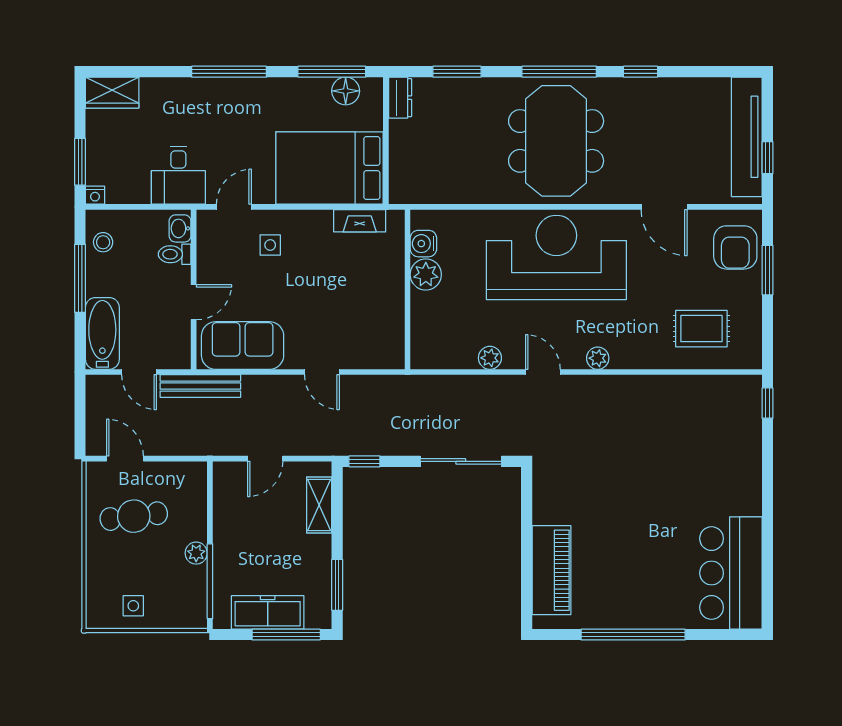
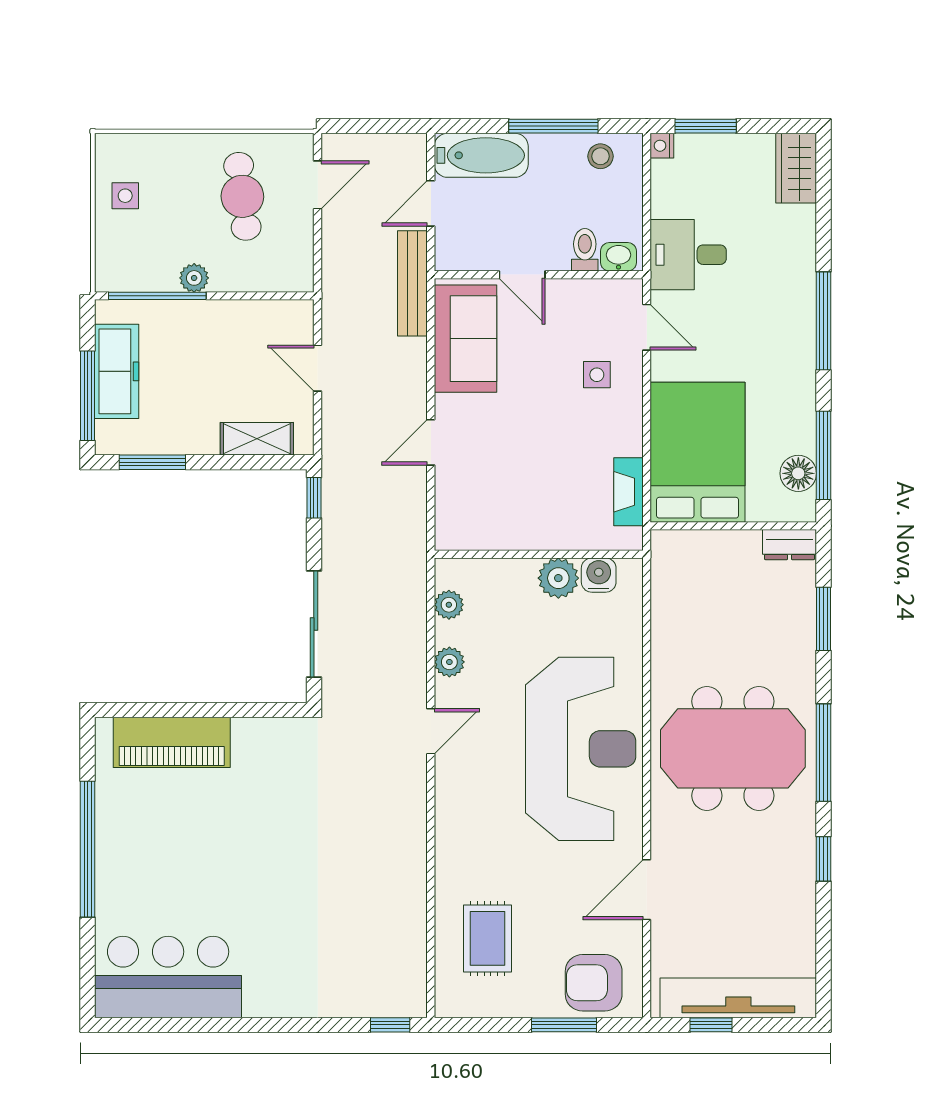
plant: (598, 358) -> (449, 605), moved

